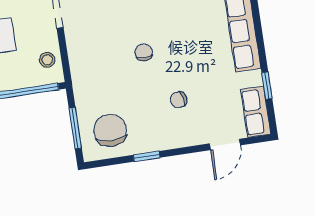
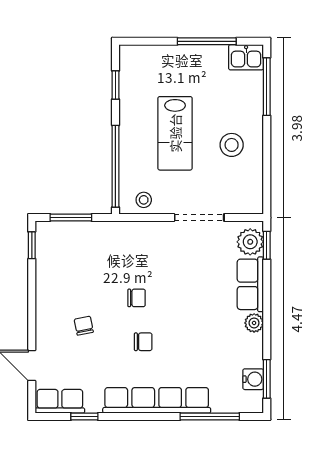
chair: (110, 130) -> (143, 342), moved, width x0.54, depth x0.54
window: (147, 156) -> (32, 245), moved

